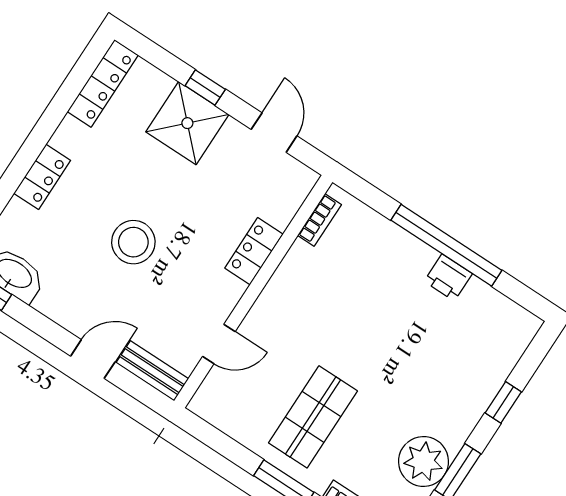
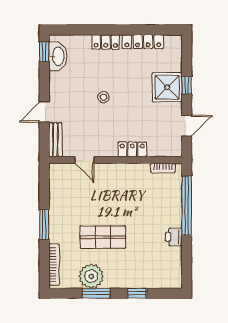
locker: (103, 83) -> (143, 42), moved
stool: (133, 242) -> (103, 97), width x0.53, depth x0.53
window: (446, 245) -> (187, 206), moved
door: (93, 359) -> (44, 112), swing flipped
shop shelf: (313, 417) -> (103, 237), moved

